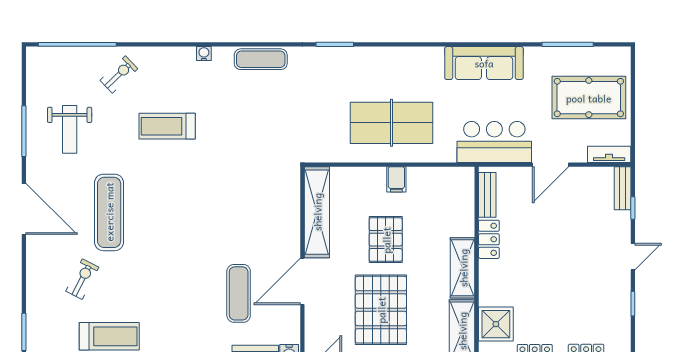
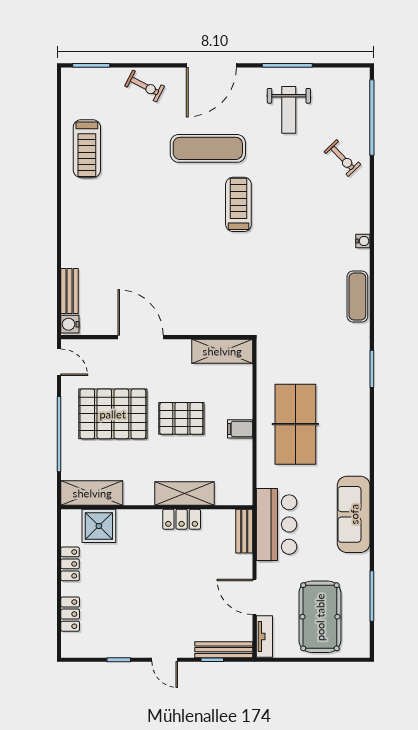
treadmill: (167, 126) -> (238, 204), moved
weight bench: (70, 129) -> (289, 110), turned -90
door: (551, 165) -> (255, 597), moved
bench: (623, 188) -> (224, 650), width x1.36
bench: (487, 195) -> (244, 531), moved, turned 90
shelving: (317, 212) -> (222, 351), width x0.68
shelving: (463, 268) -> (185, 493), moved
exercise bike: (82, 279) -> (145, 86), moved
exercise mat: (239, 293) -> (129, 275), removed

